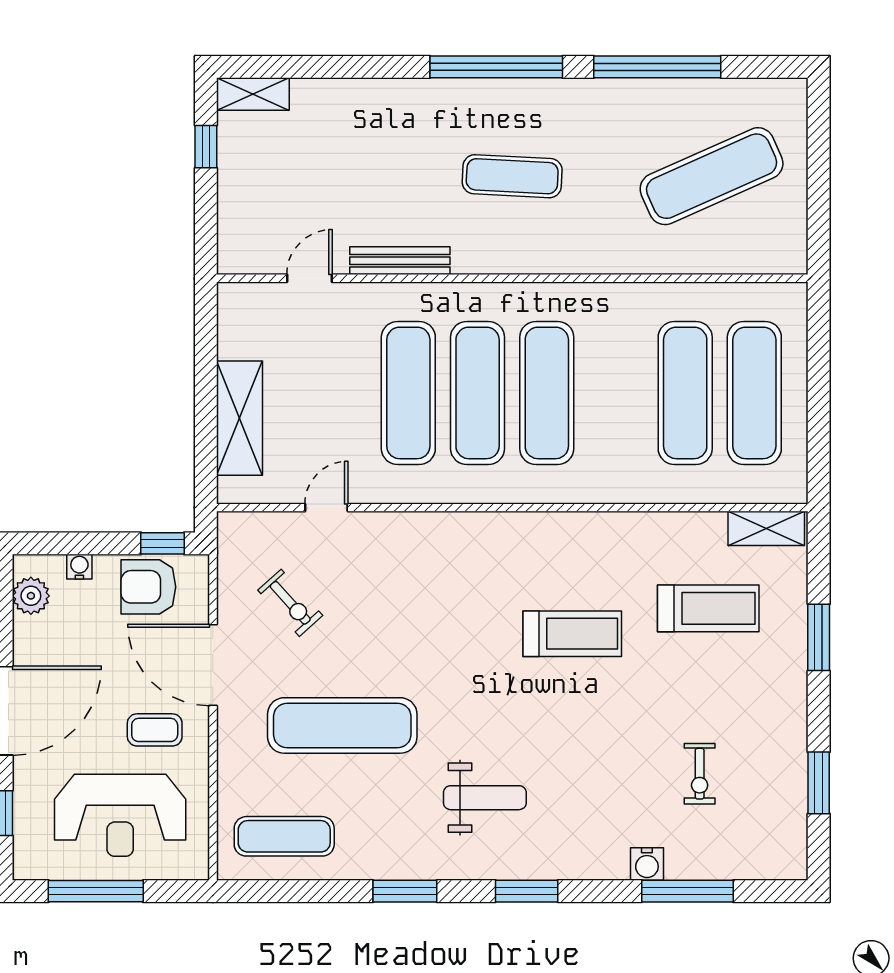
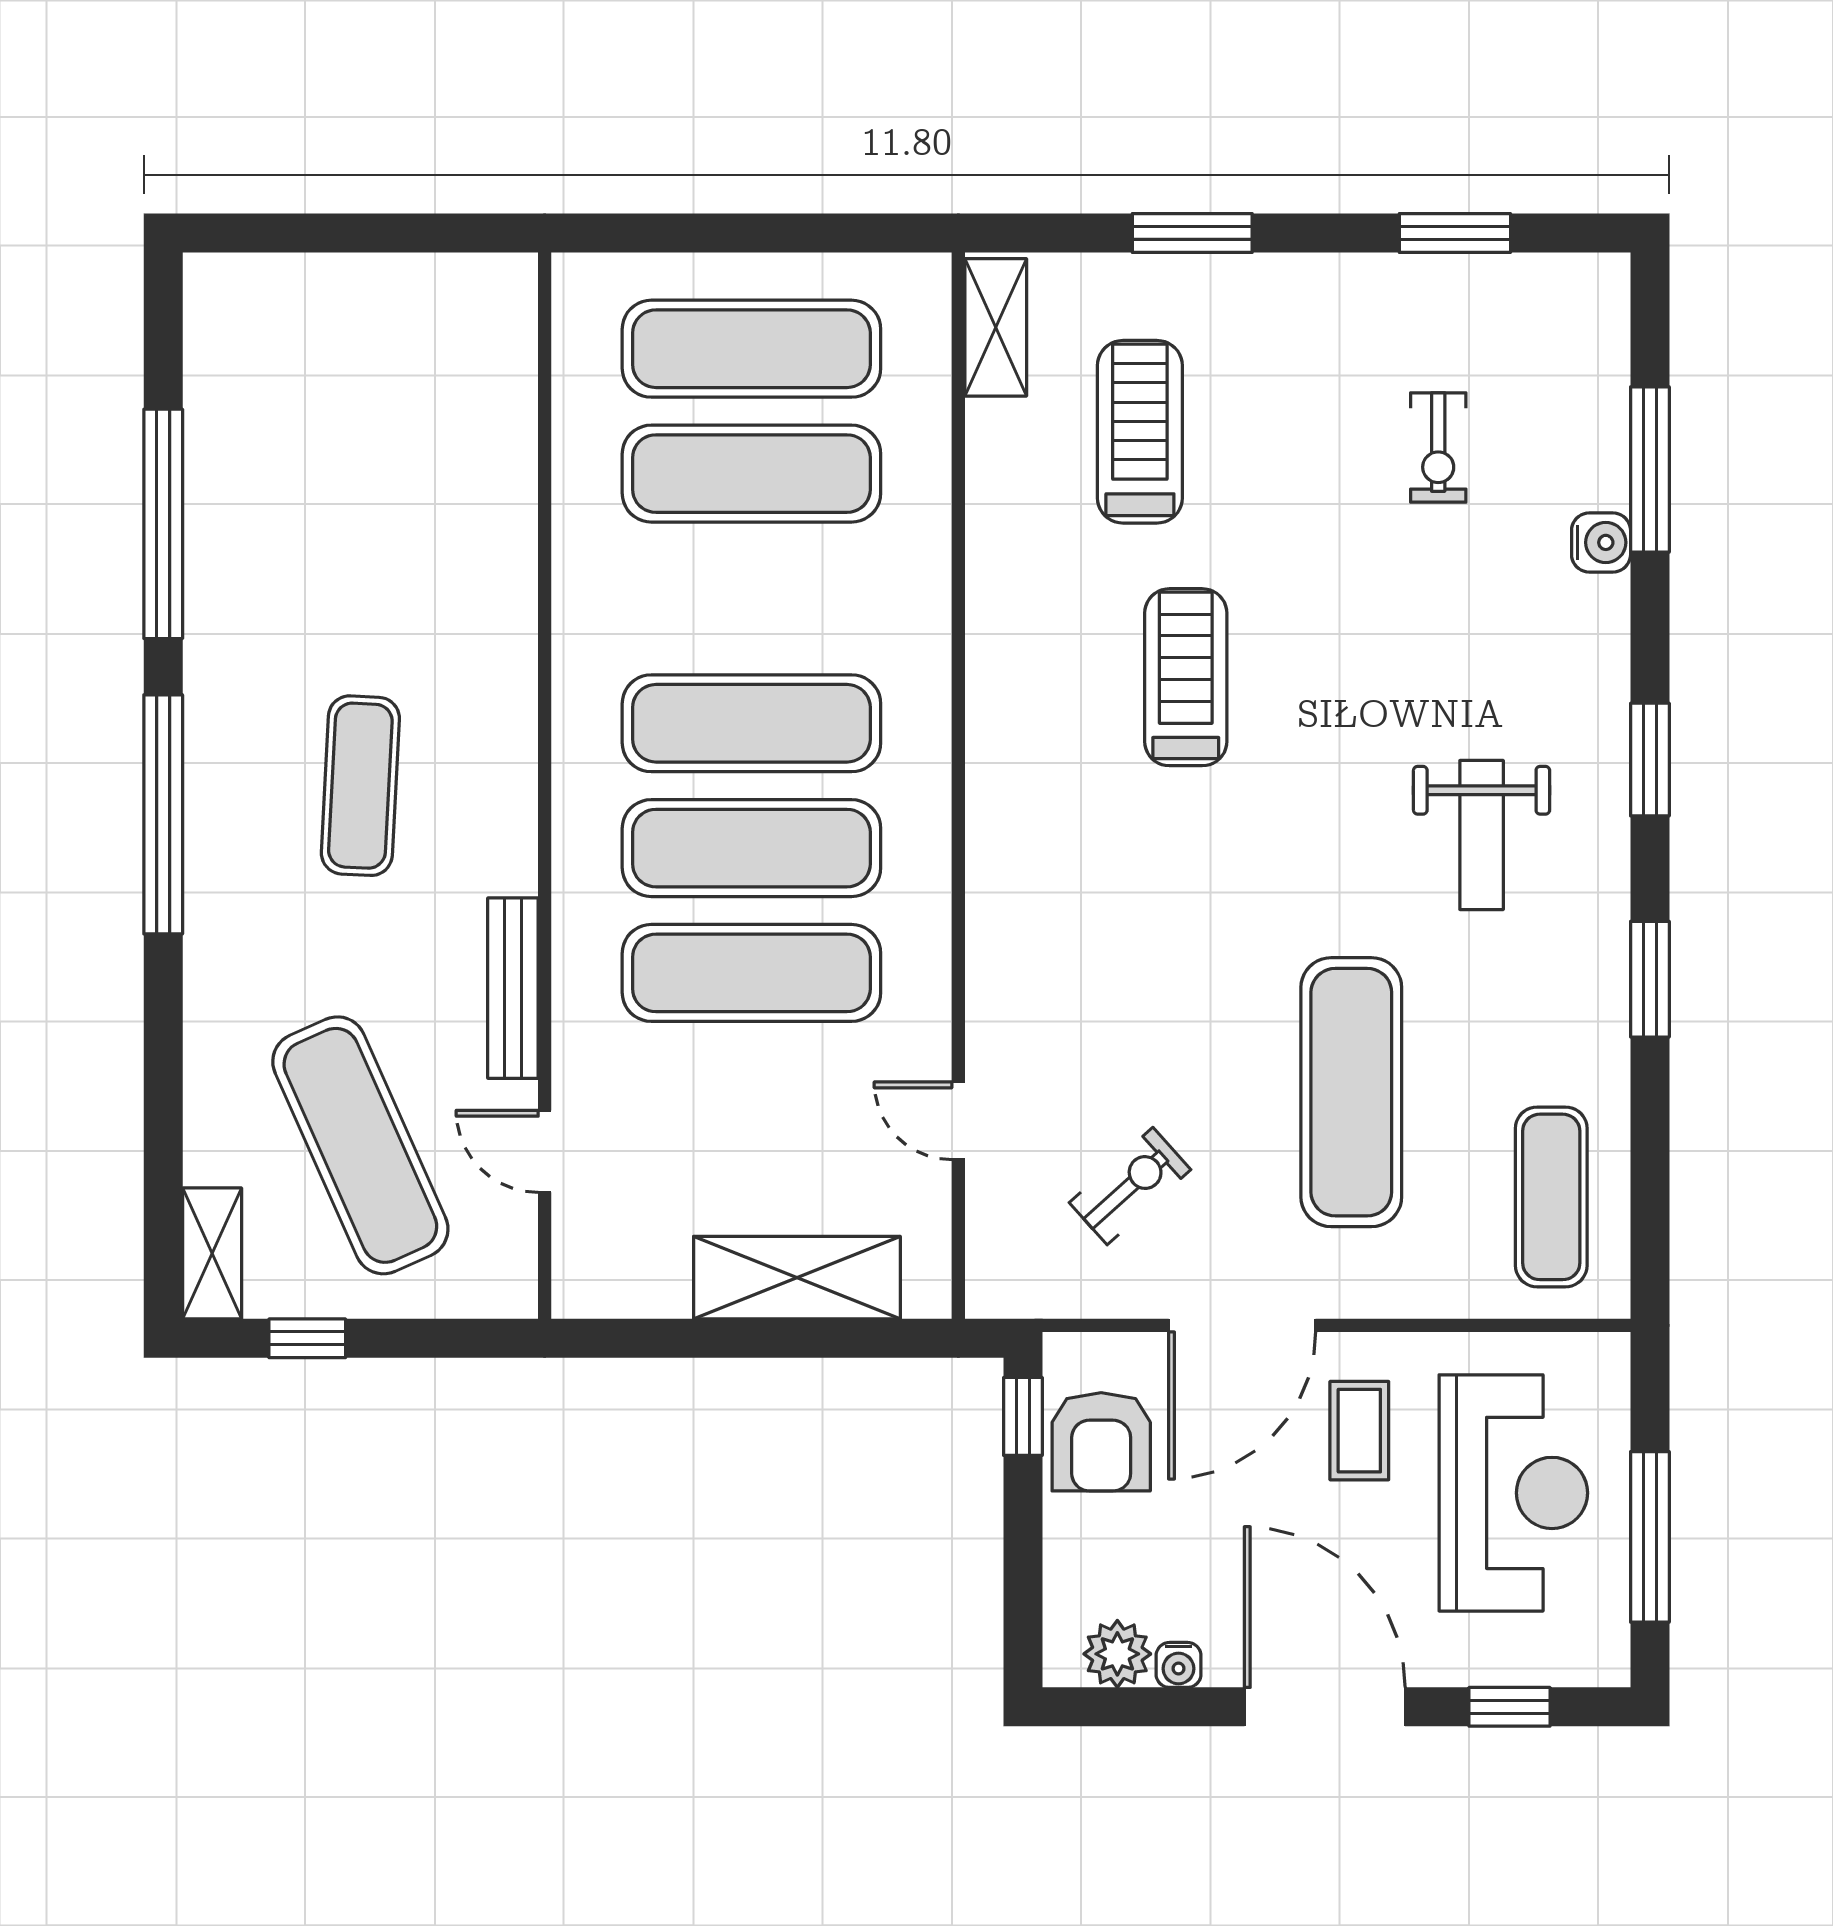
exercise mat: (712, 176) -> (360, 1145), moved
water cooler: (79, 567) -> (1179, 1665), moved, turned -90
exercise bike: (700, 774) -> (1438, 448), turned 90
weight bench: (485, 798) -> (1482, 835), turned 180

